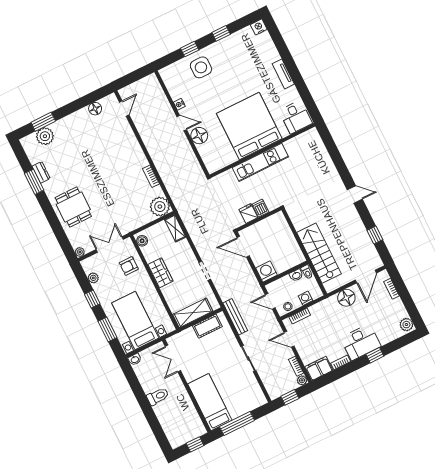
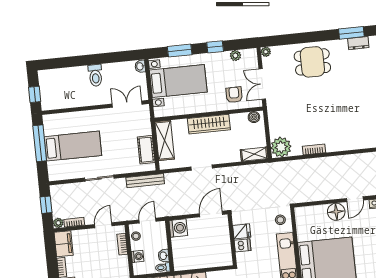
stool: (225, 183) -> (280, 220), added
double door: (110, 244) -> (262, 84), swing flipped
wardrobe: (161, 273) -> (209, 124), width x1.50
bed: (210, 402) -> (73, 146), moved

